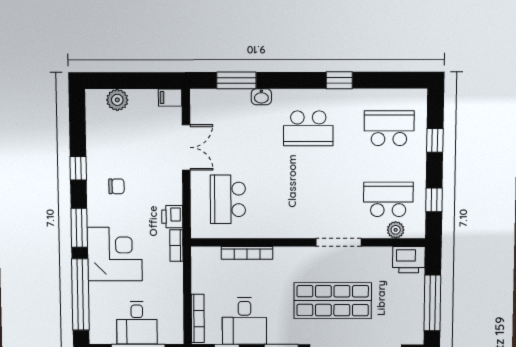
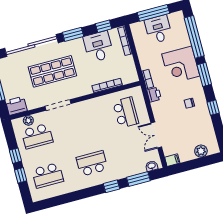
window: (339, 80) -> (112, 186), moved
washbasin: (261, 97) -> (152, 166), moved
window: (434, 200) -> (15, 156), moved

